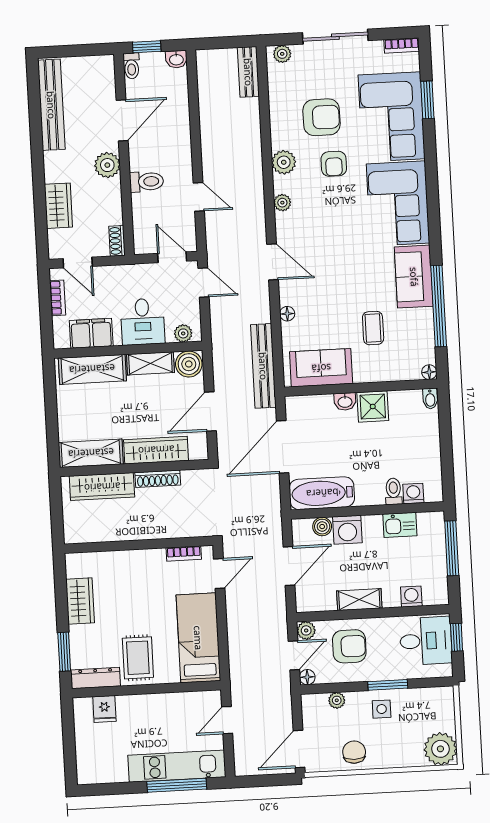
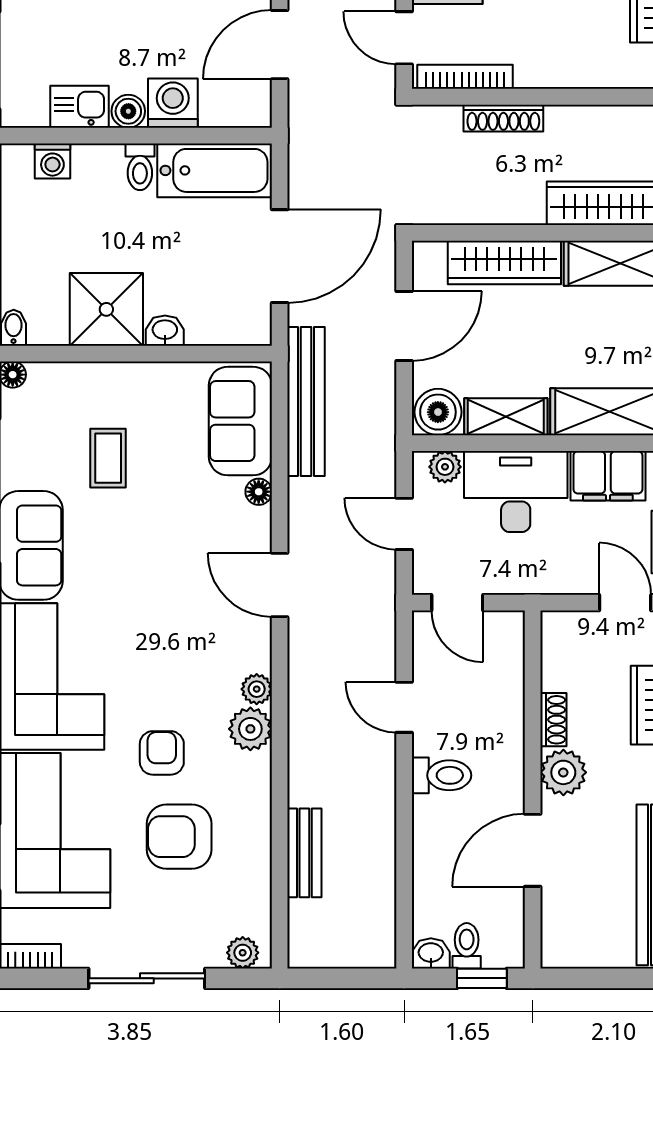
toilet: (132, 66) -> (467, 946), moved
bench: (248, 72) -> (304, 853), moved
plant: (284, 162) -> (250, 729), moved
toilet: (147, 182) -> (442, 775), moved, turned 180
shoe rack: (117, 241) -> (553, 720), moved
door: (203, 282) -> (404, 524), moved
desk: (143, 322) -> (516, 492), width x1.37
sofa: (321, 368) -> (240, 421), moved, turned 90
shower: (373, 407) -> (106, 309), width x1.36, depth x1.36
shoe rack: (158, 479) -> (503, 118), moved, turned 180
toilet: (393, 491) -> (140, 167), moved
boiler: (322, 527) -> (128, 111), moved
bookcase: (184, 553) -> (465, 77), width x1.56
door: (219, 573) -> (404, 38), hinge flipped

